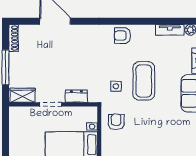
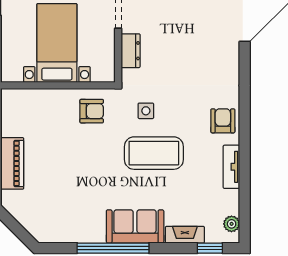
tv unit: (170, 30) -> (231, 167), moved

